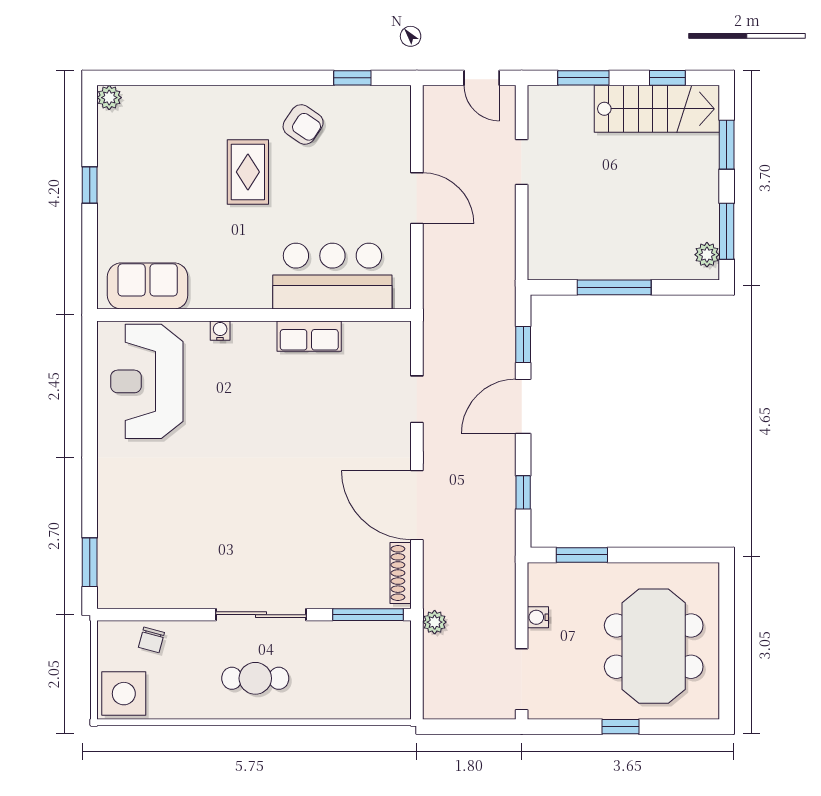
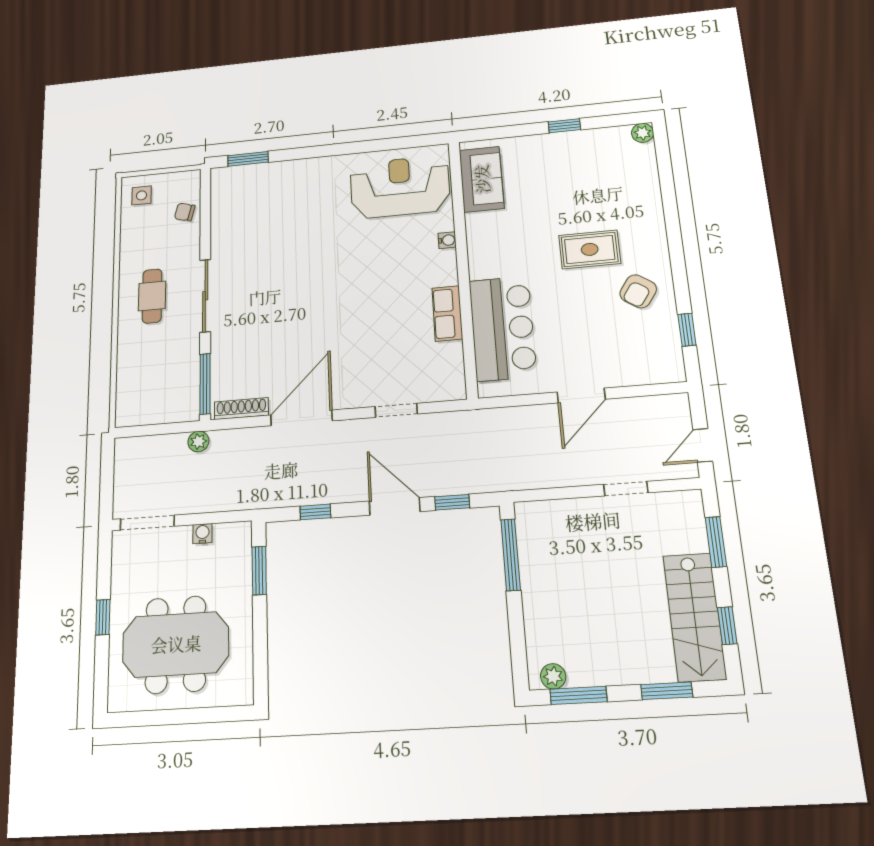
window: (614, 287) -> (511, 555), moved
side table: (124, 694) -> (141, 195), width x0.54, depth x0.54

